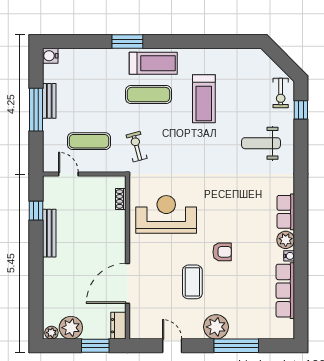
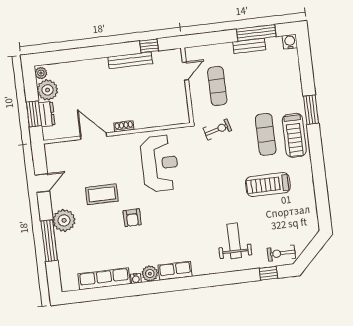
window: (36, 110) -> (256, 33), moved
shoe rack: (121, 199) -> (124, 126), moved
door: (128, 283) -> (94, 136), width x0.73
dresser: (118, 326) -> (47, 114), moved, turned 90

